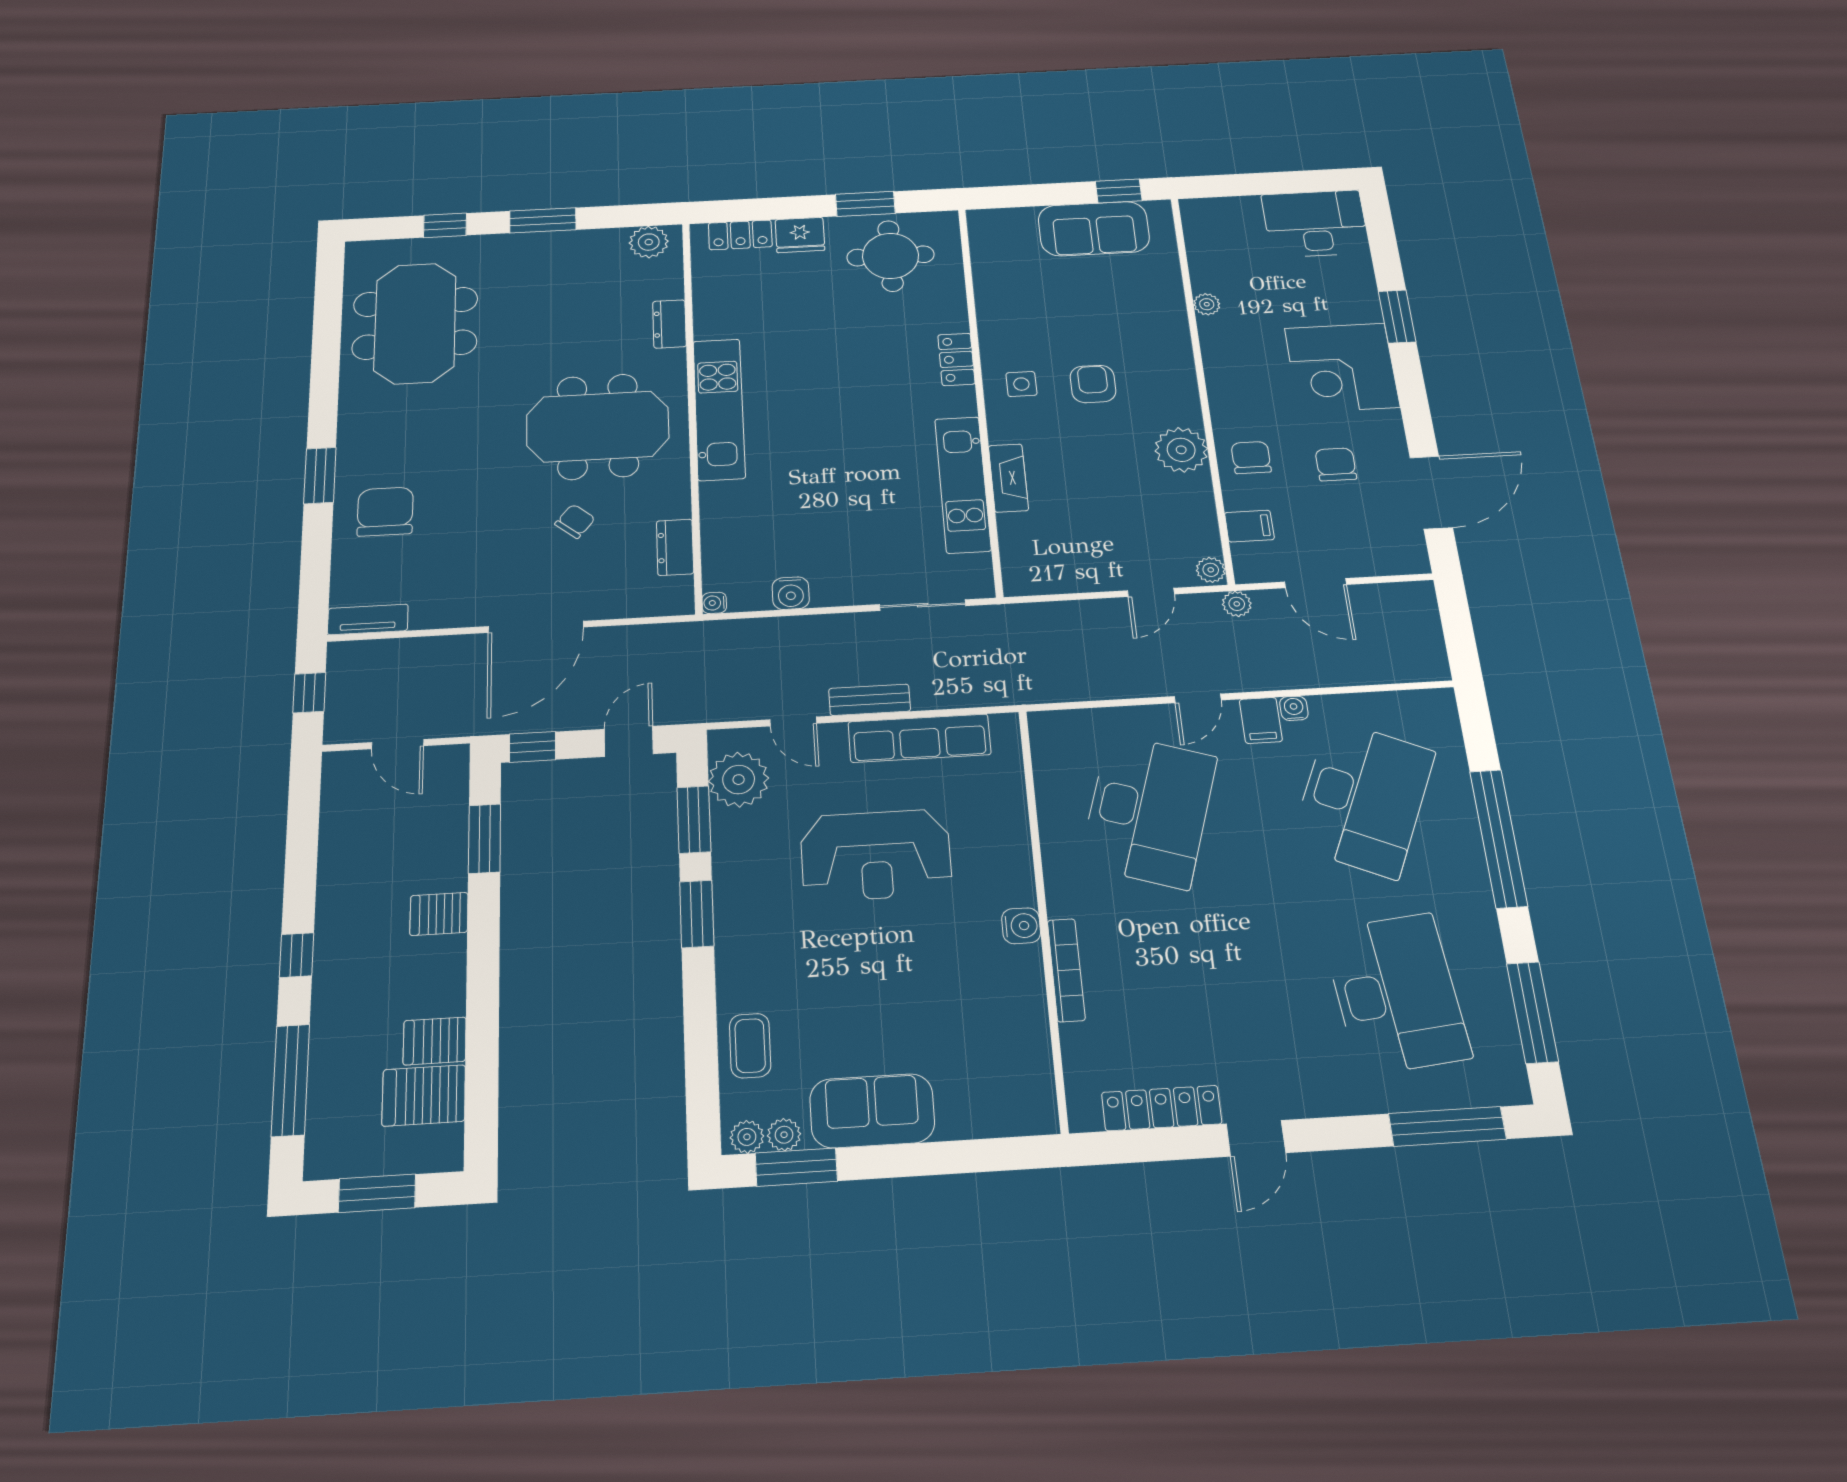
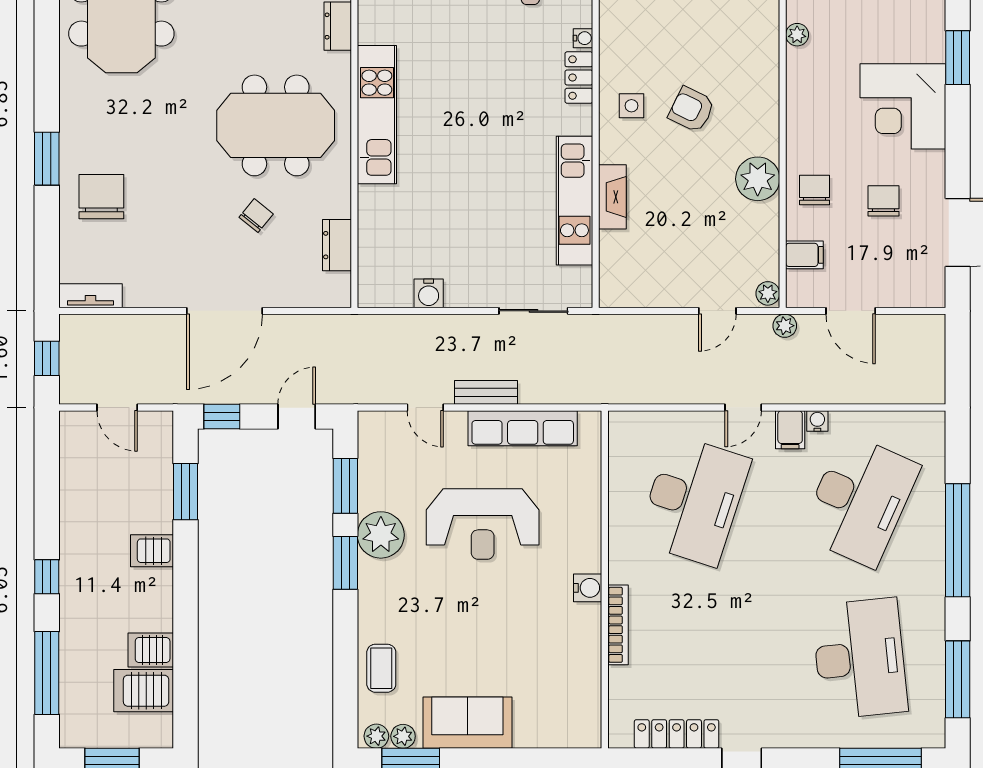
armchair: (1093, 384) -> (692, 109), turned -64
water cooler: (714, 603) -> (583, 38), moved, turned 180
plant: (739, 780) -> (381, 535), moved

